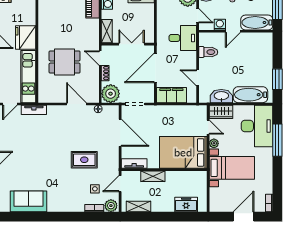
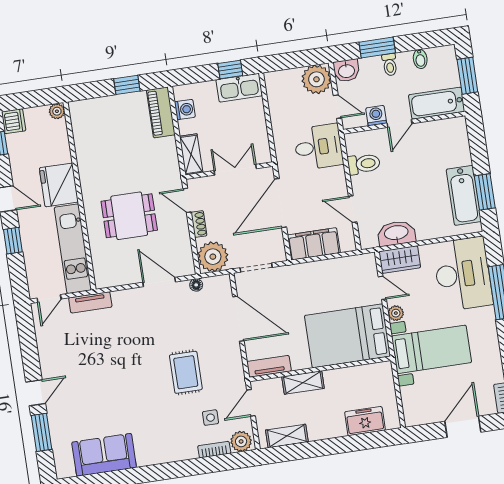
bathtub: (250, 95) -> (464, 195), moved, turned -90
rug: (84, 160) -> (186, 372), turned 90

